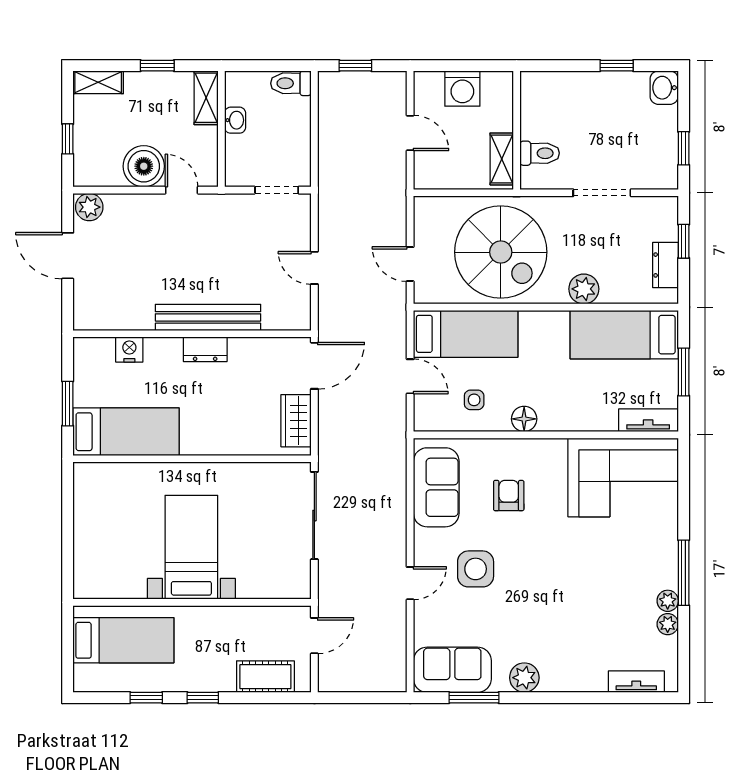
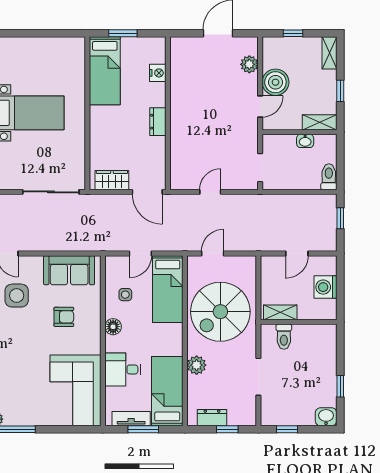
plant: (89, 207) -> (249, 64), moved
bench: (208, 317) -> (178, 123), removed
desk: (591, 404) -> (123, 369), added
tv unit: (648, 420) -> (131, 419), moved, turned -90

